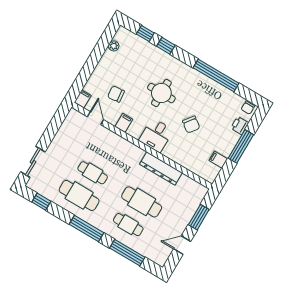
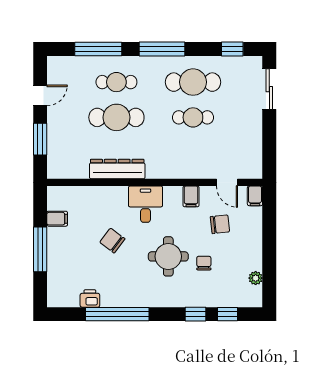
chair: (248, 108) -> (204, 263), moved
printer: (240, 126) -> (90, 298), moved, turned -90

